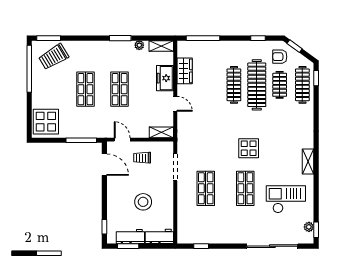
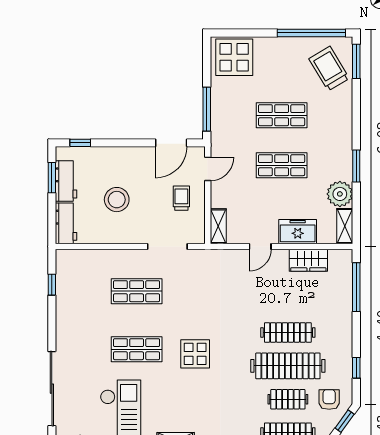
plant: (139, 45) -> (340, 194), width x1.87, depth x1.87

